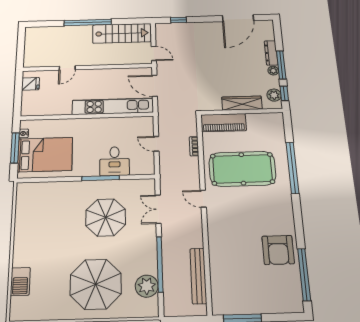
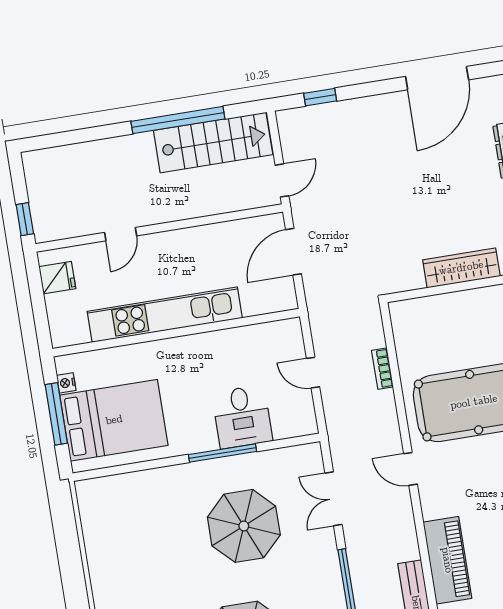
window: (88, 23) -> (178, 120), moved
door: (154, 53) -> (282, 180), hinge flipped
window: (20, 56) -> (25, 219), added
door: (155, 86) -> (293, 252), hinge flipped
kitchen unit: (113, 106) -> (165, 315), moved
piano: (223, 123) -> (447, 560), moved, turned -90

